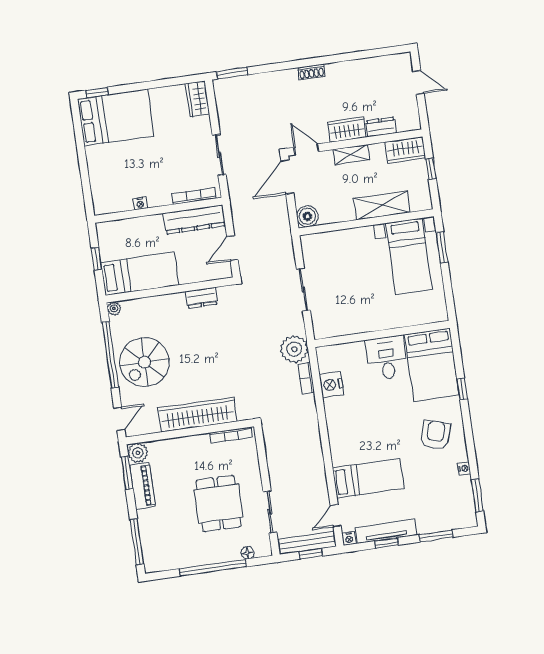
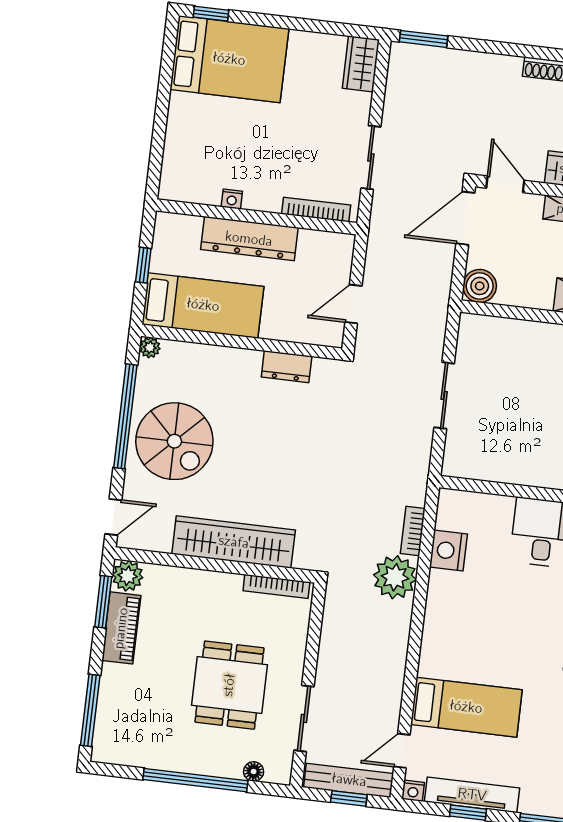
dresser: (194, 220) -> (249, 239), moved
plant: (294, 349) -> (395, 577), moved
spiral stairs: (145, 362) -> (174, 441), turned -90

